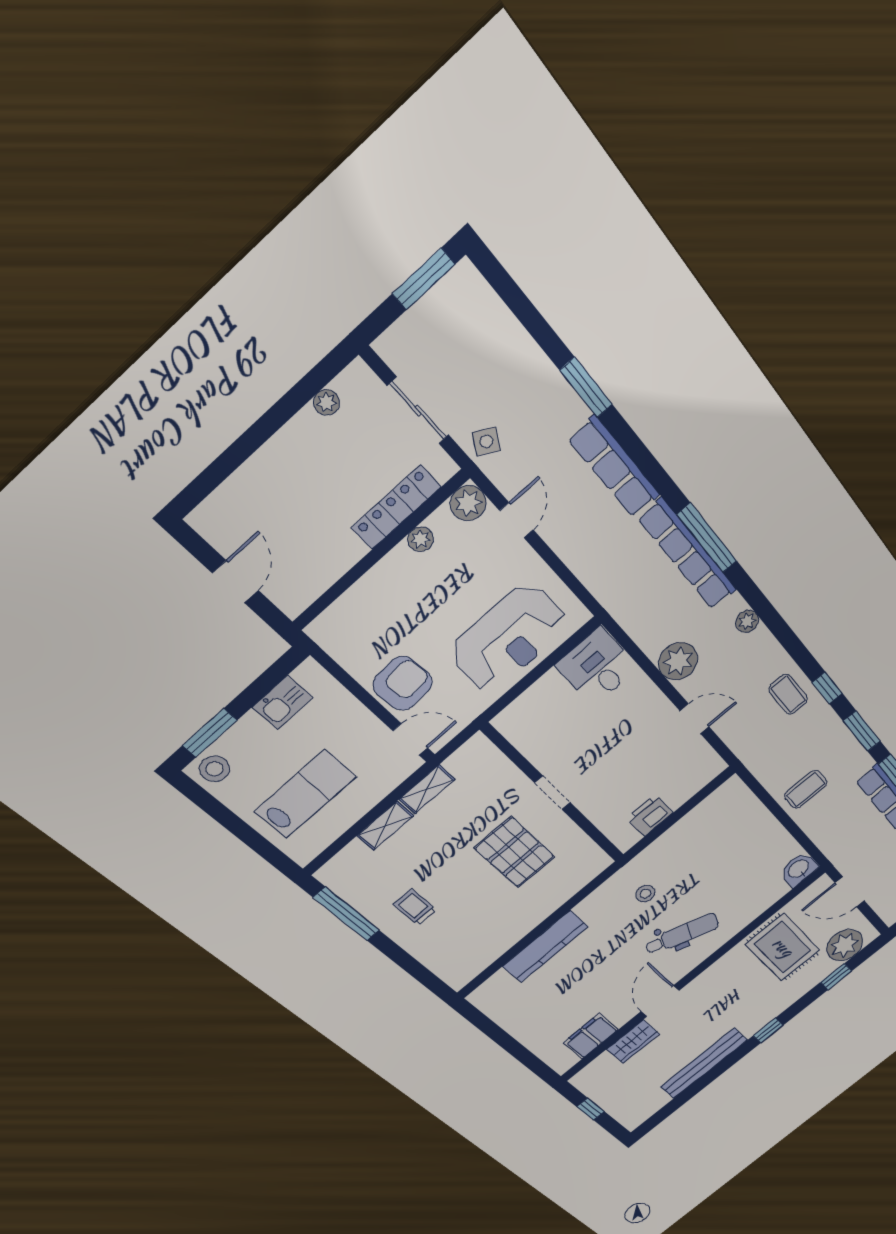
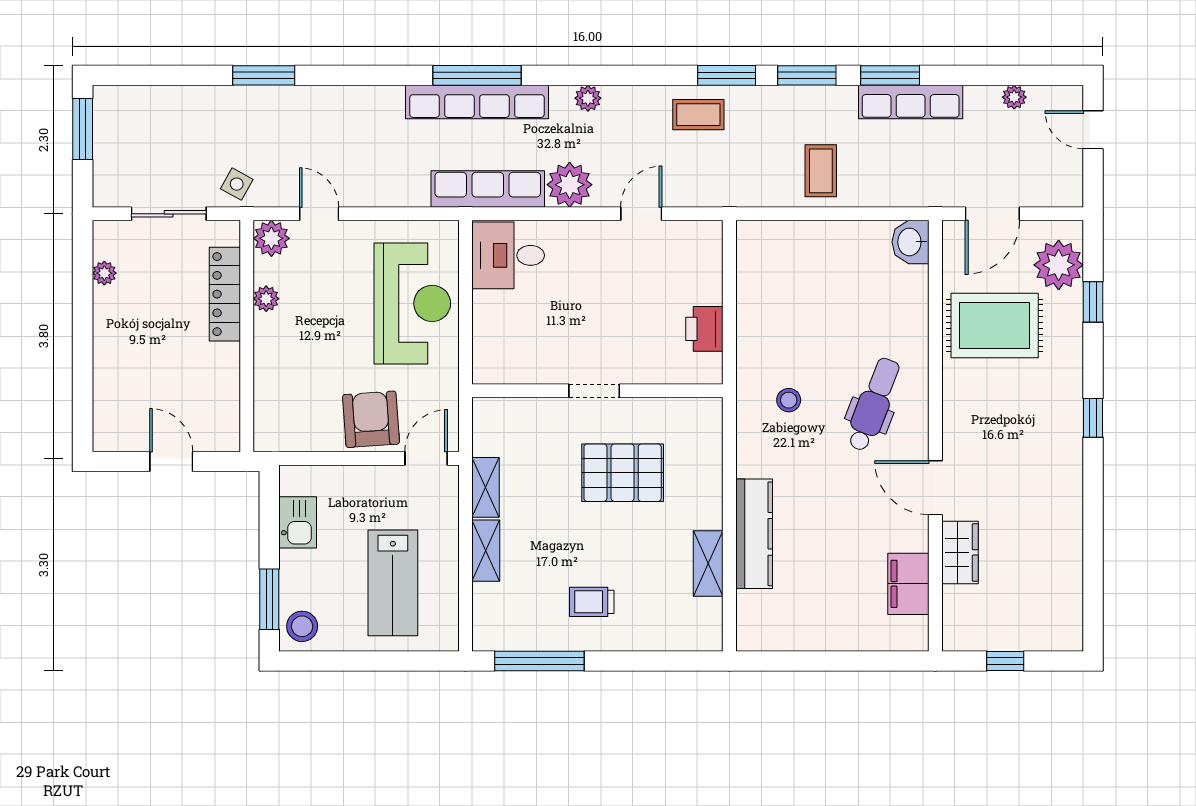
row of seats: (614, 467) -> (488, 189), moved, turned 180
window: (827, 688) -> (727, 75), width x1.50
lab bench: (305, 794) -> (393, 583), turned 180
shelving: (503, 941) -> (708, 564), added
bench: (704, 1063) -> (1067, 511), removed

